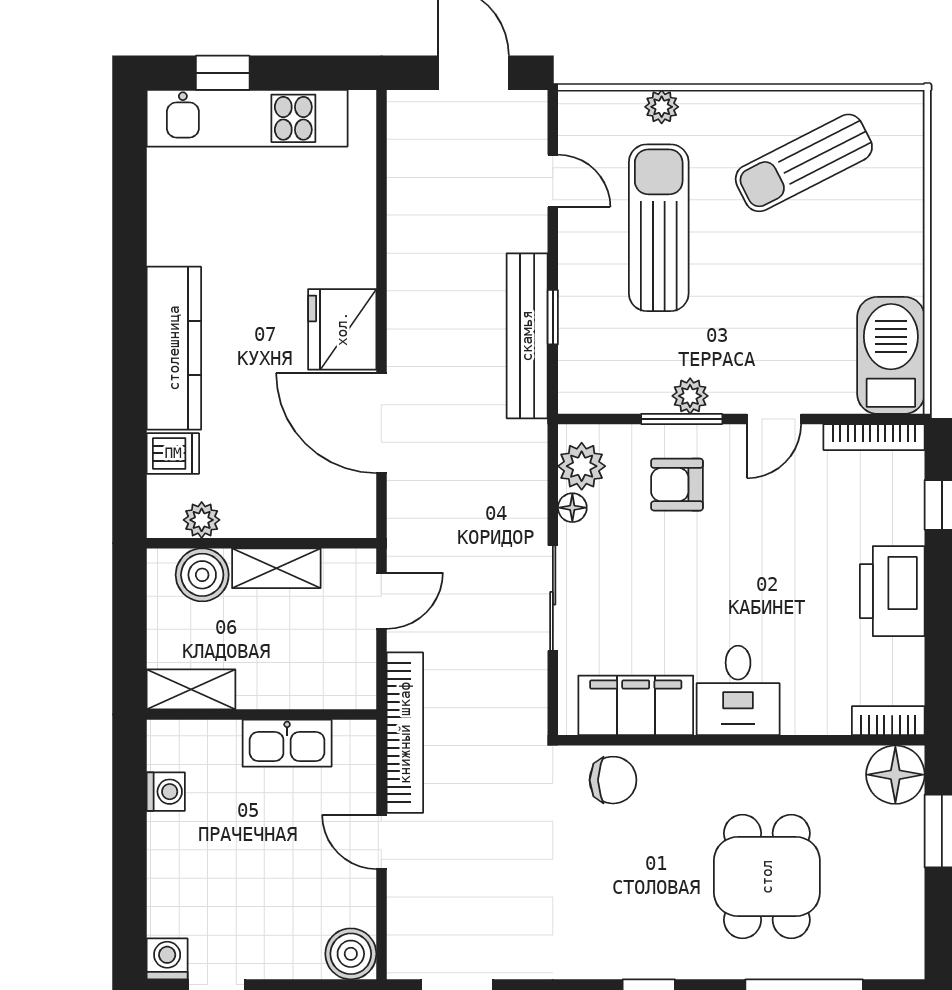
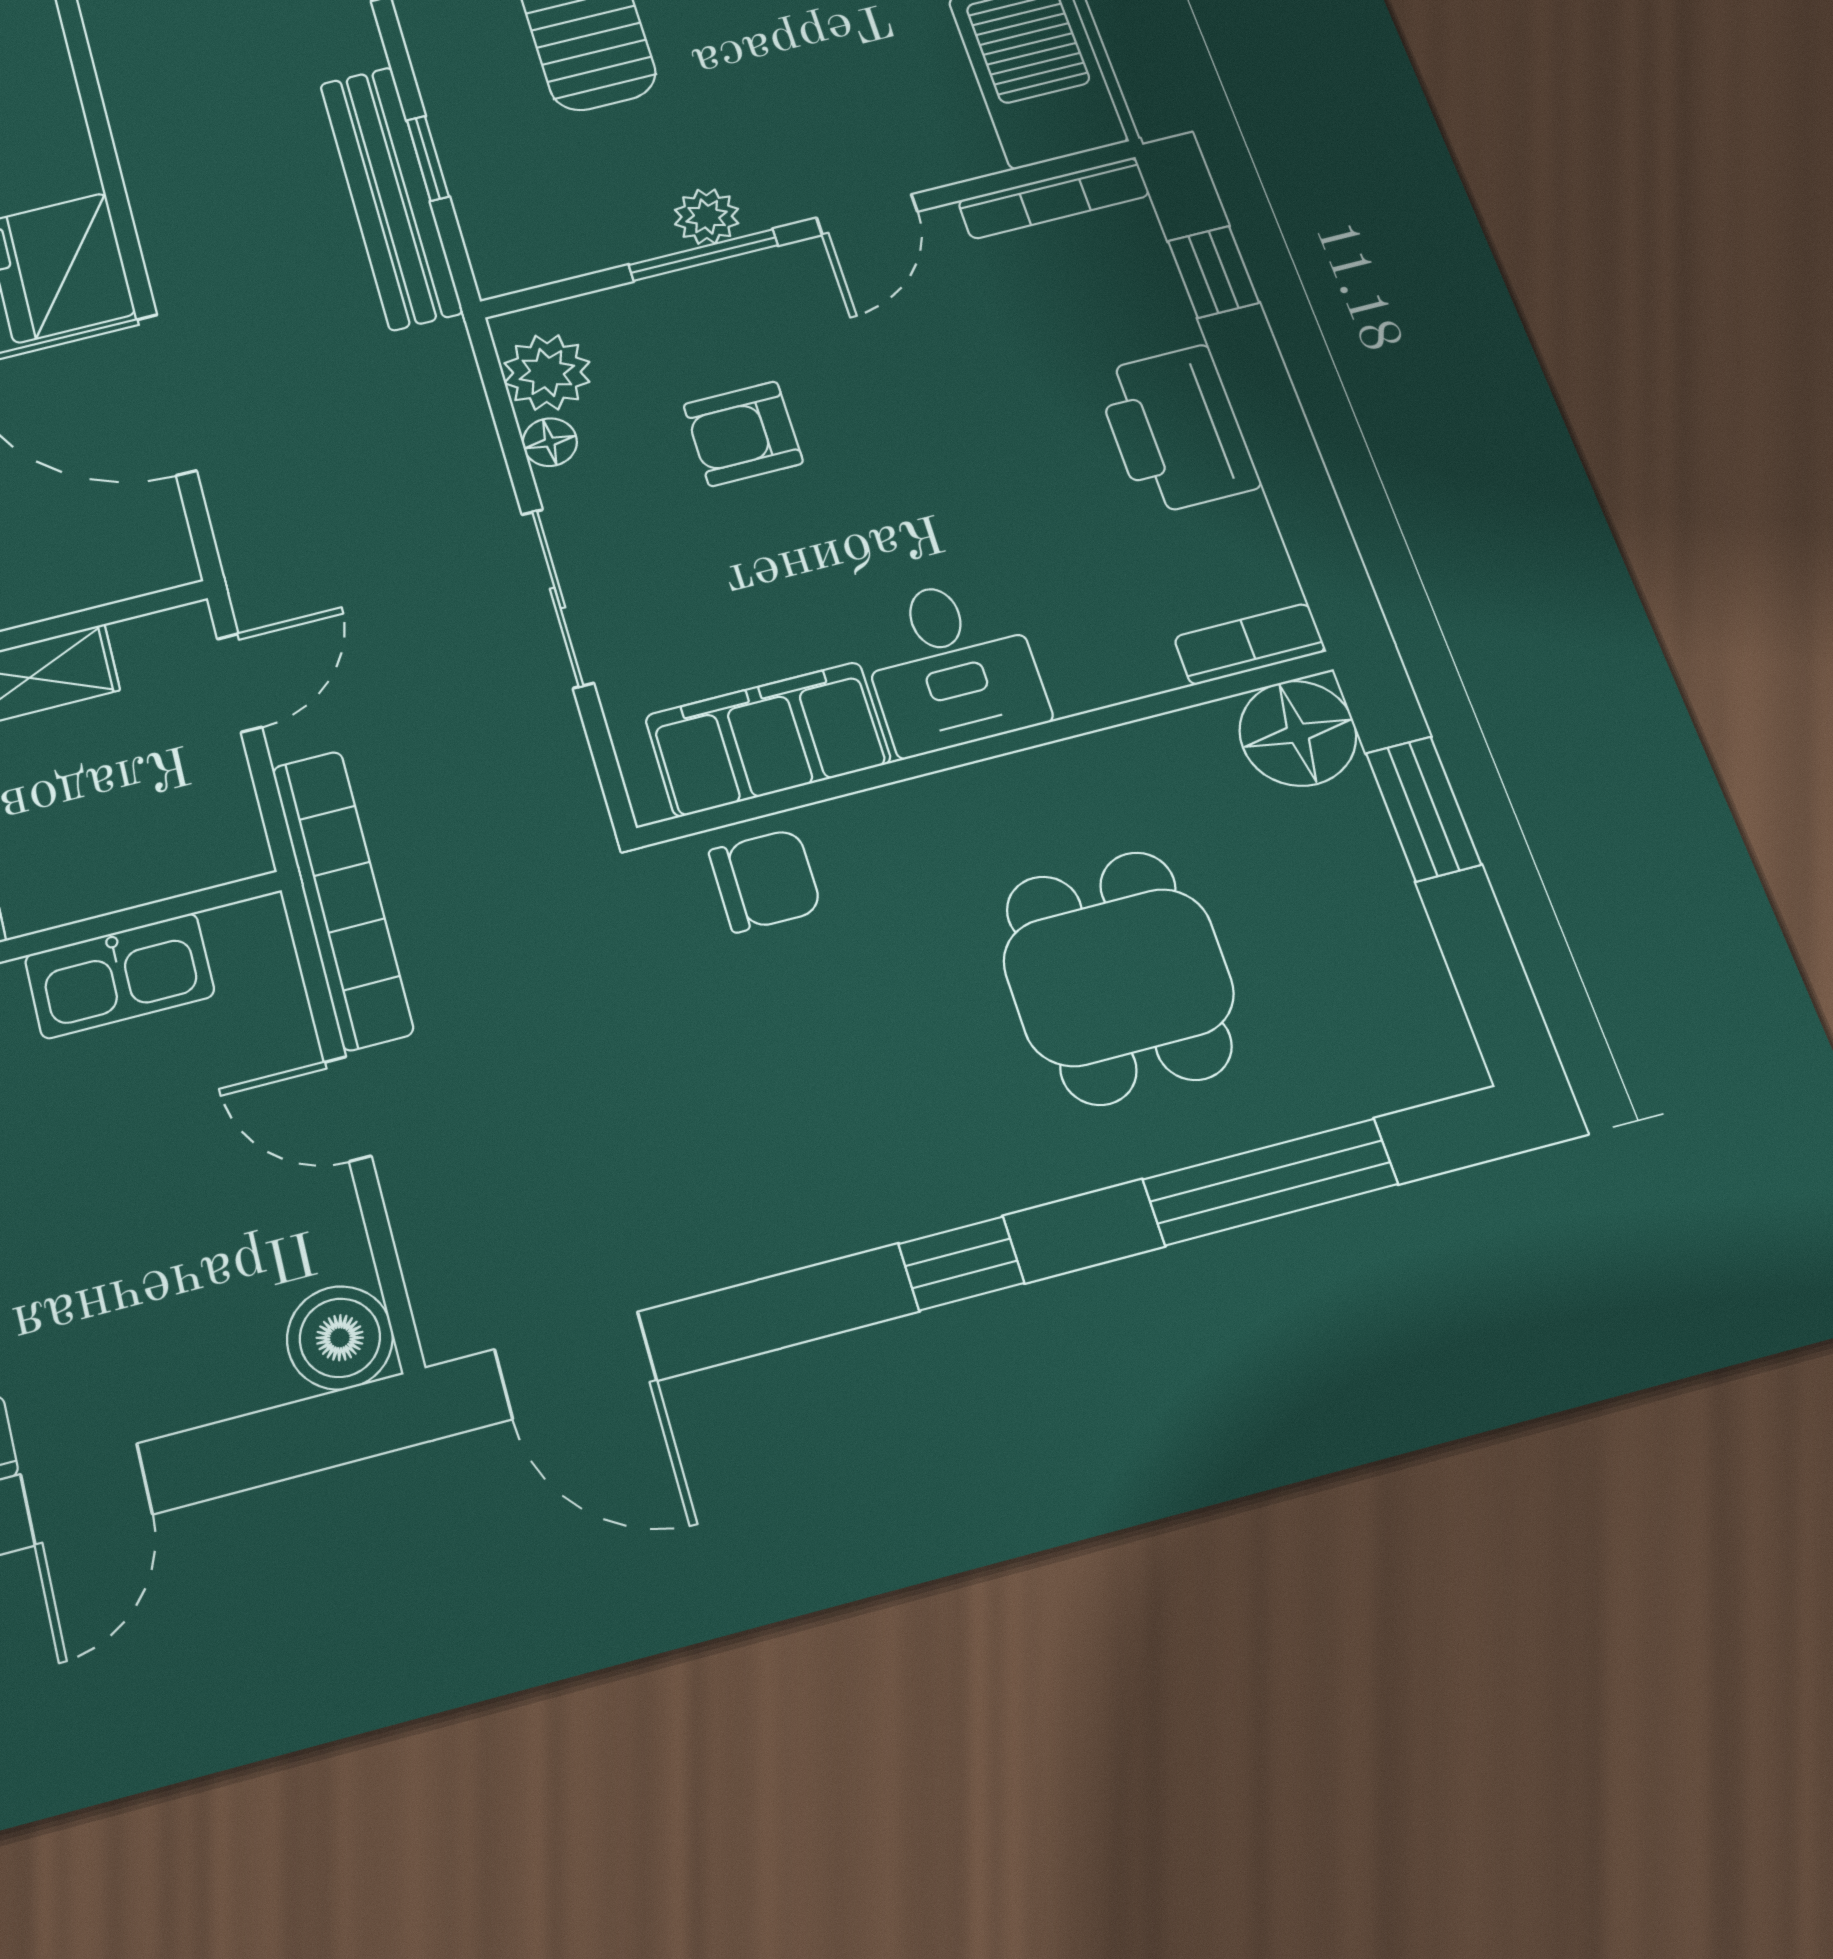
armchair: (677, 485) -> (743, 434), moved

